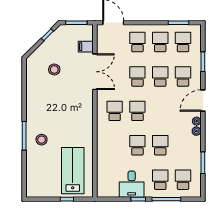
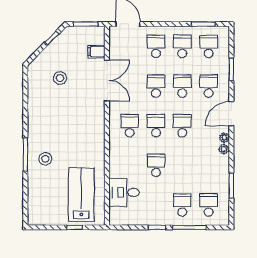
school desk: (160, 145) -> (182, 126), moved
desk: (132, 184) -> (124, 192), moved, turned 90

